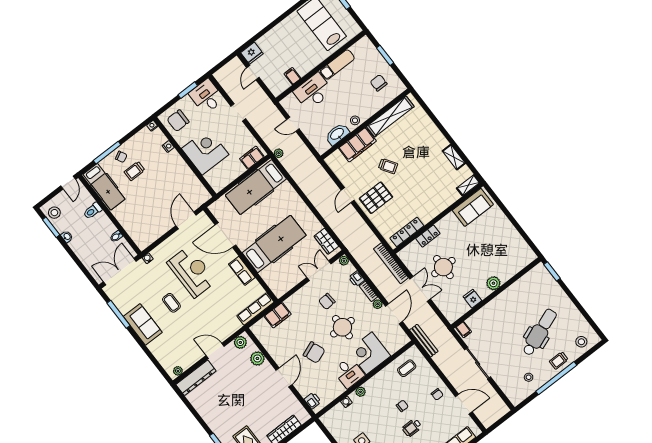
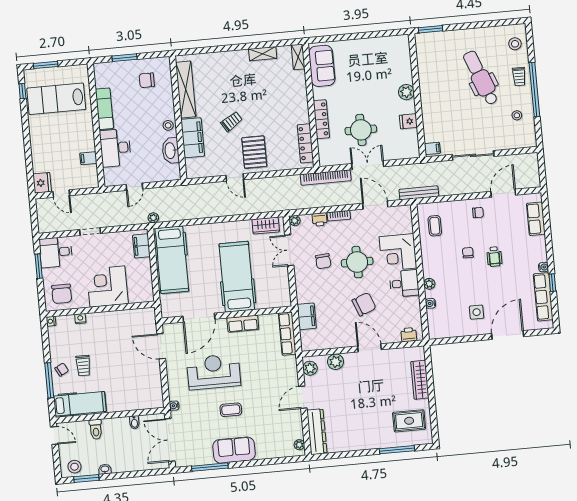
locker: (428, 236) -> (321, 119), width x1.53
plant: (378, 304) -> (356, 215), removed

